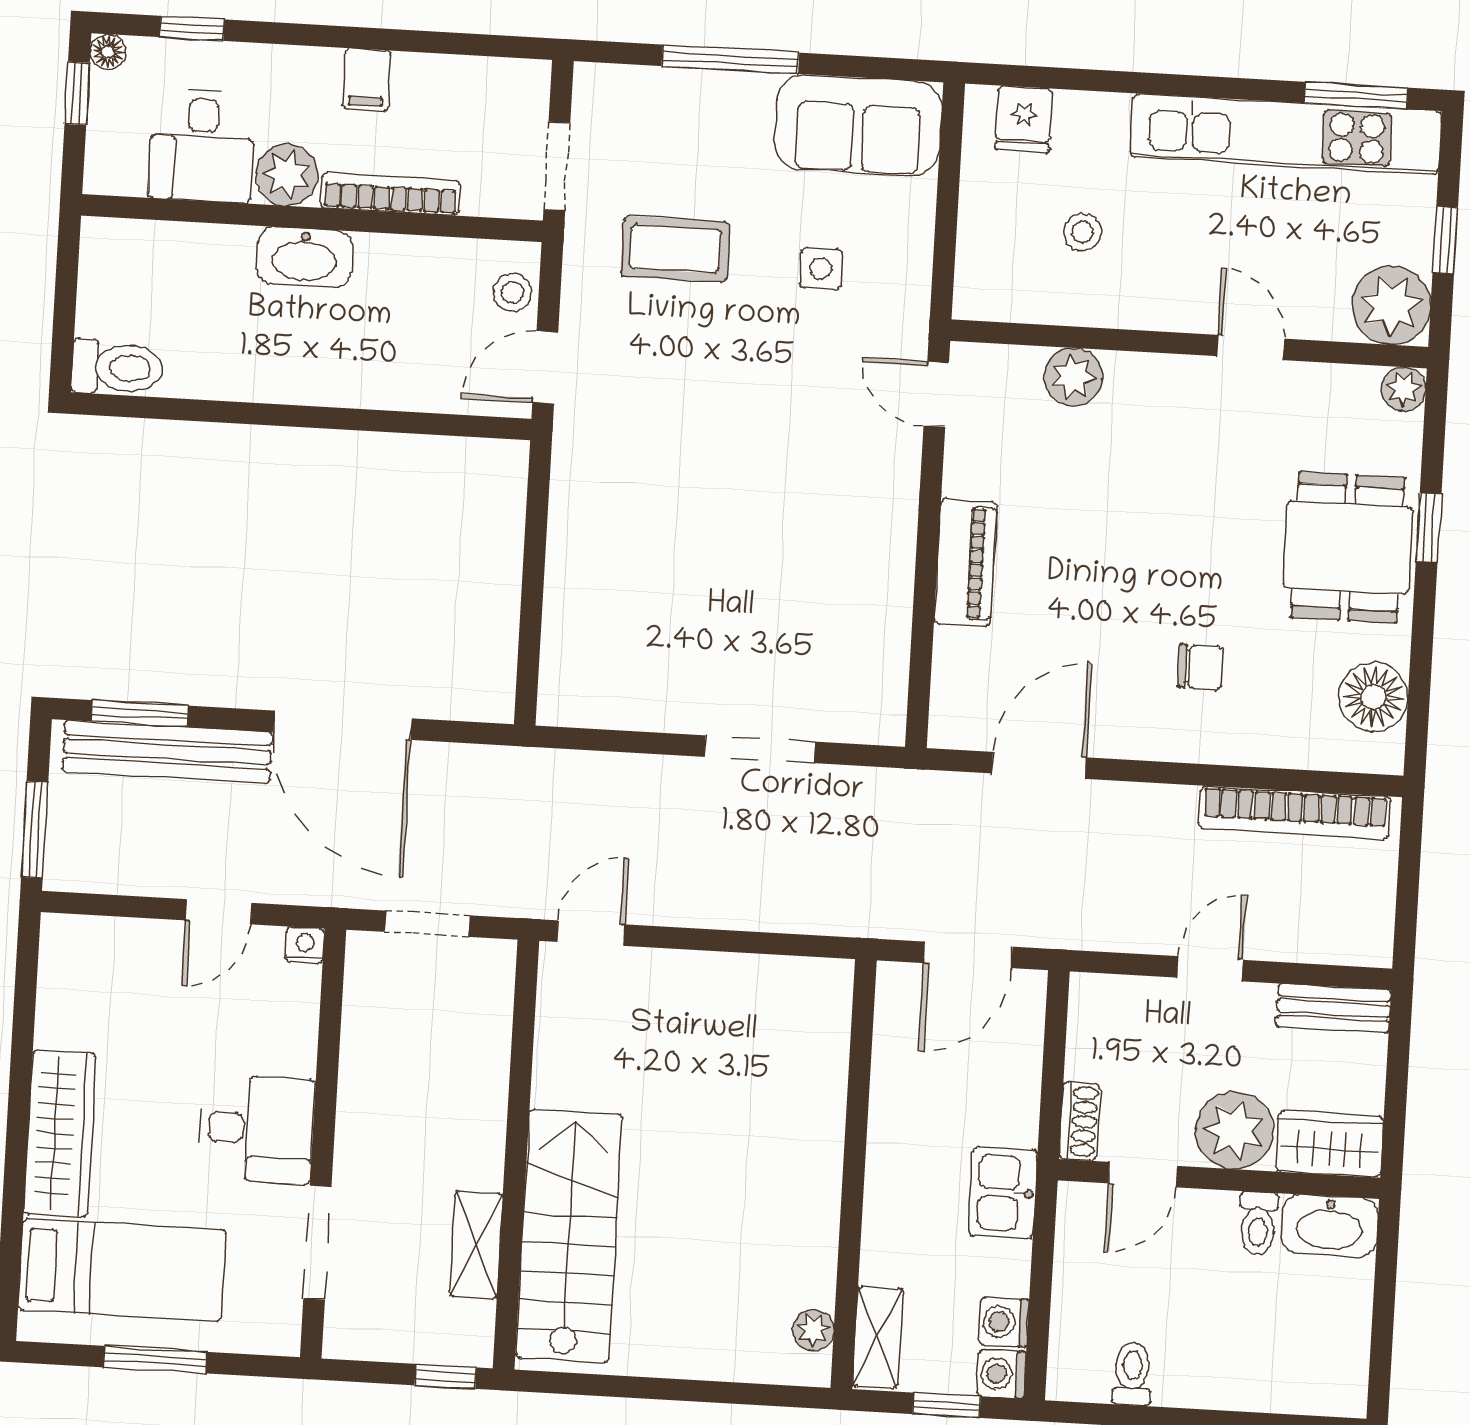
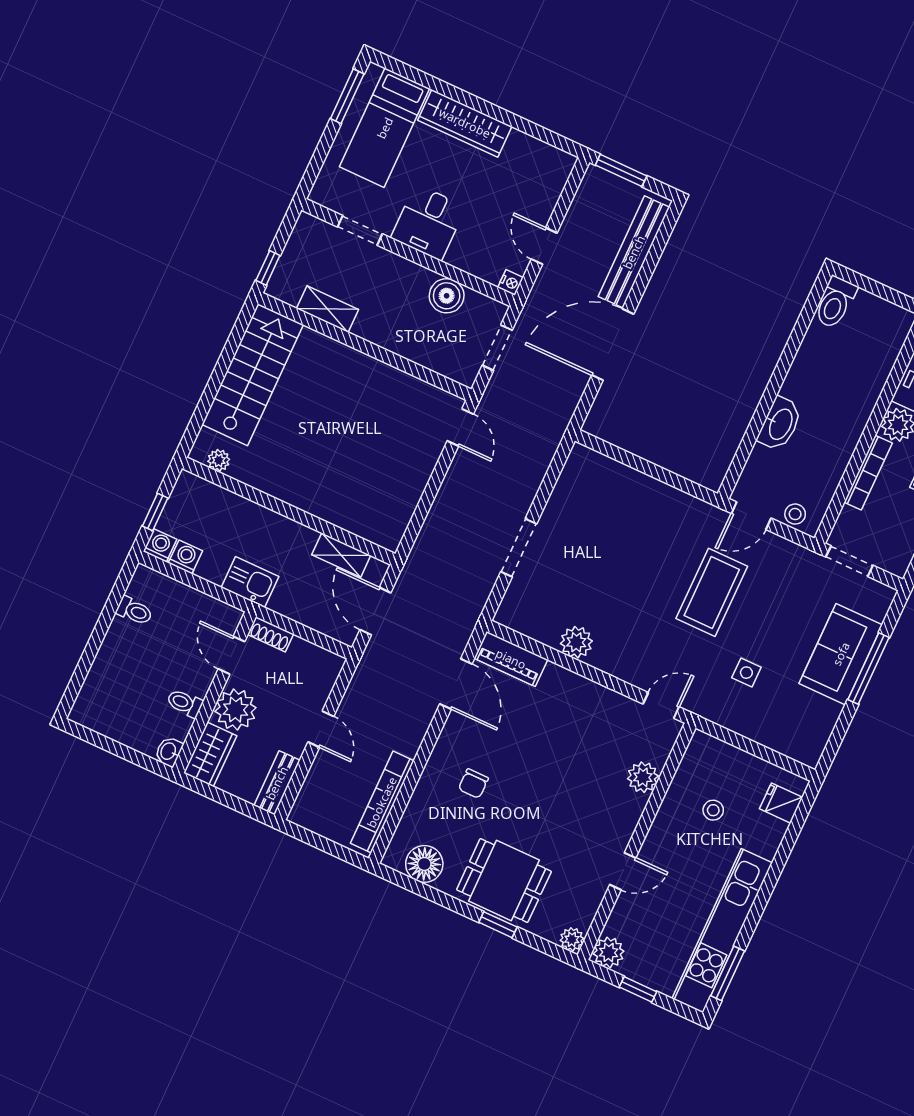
sofa: (858, 125) -> (841, 654), moved
coffee table: (675, 249) -> (712, 592), moved, width x1.36, depth x1.32
washbasin: (304, 257) -> (780, 424), moved, turned 180
plant: (1391, 305) -> (609, 952), width x0.73, depth x0.73
door: (545, 367) -> (751, 516), swing flipped
piano: (965, 563) -> (511, 659), moved
plant: (885, 585) -> (576, 642), added
window: (140, 714) -> (658, 246), removed
boiler: (372, 1047) -> (447, 296), added
washbasin: (1330, 1226) -> (169, 751), width x0.52, depth x0.69
stairs: (569, 1236) -> (253, 375), moved, turned -90
doorway: (317, 1242) -> (360, 230), width x0.73
shelving: (878, 1338) -> (341, 555), moved
window: (155, 1360) -> (347, 96), moved

